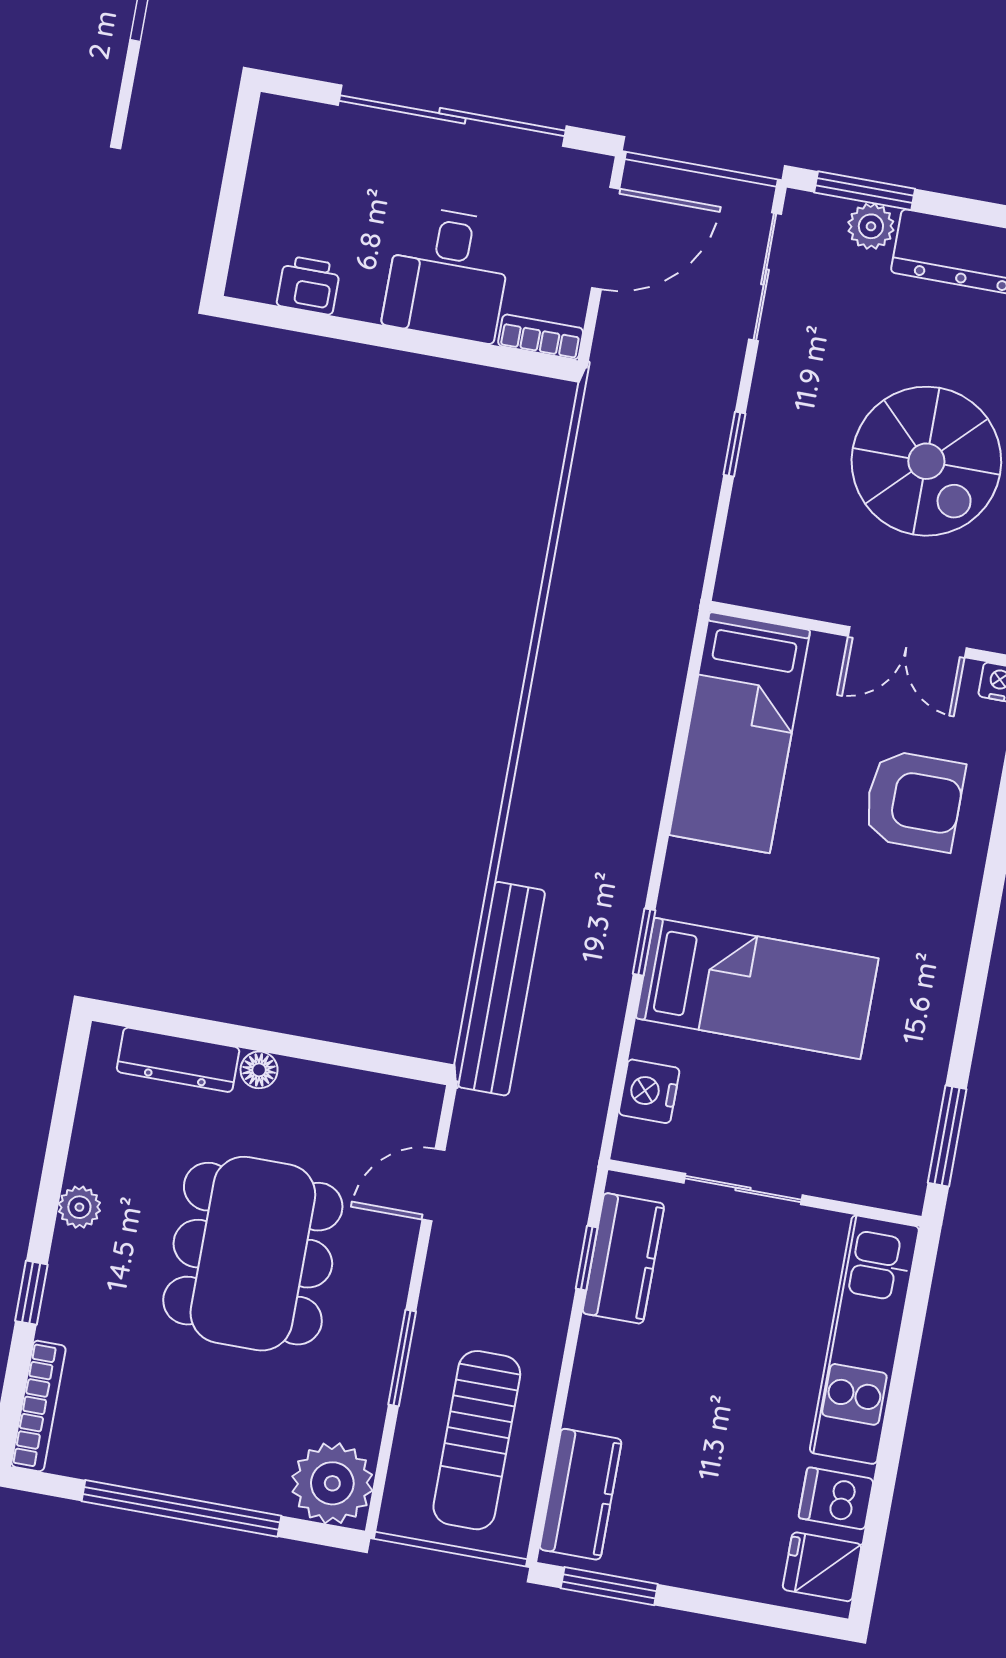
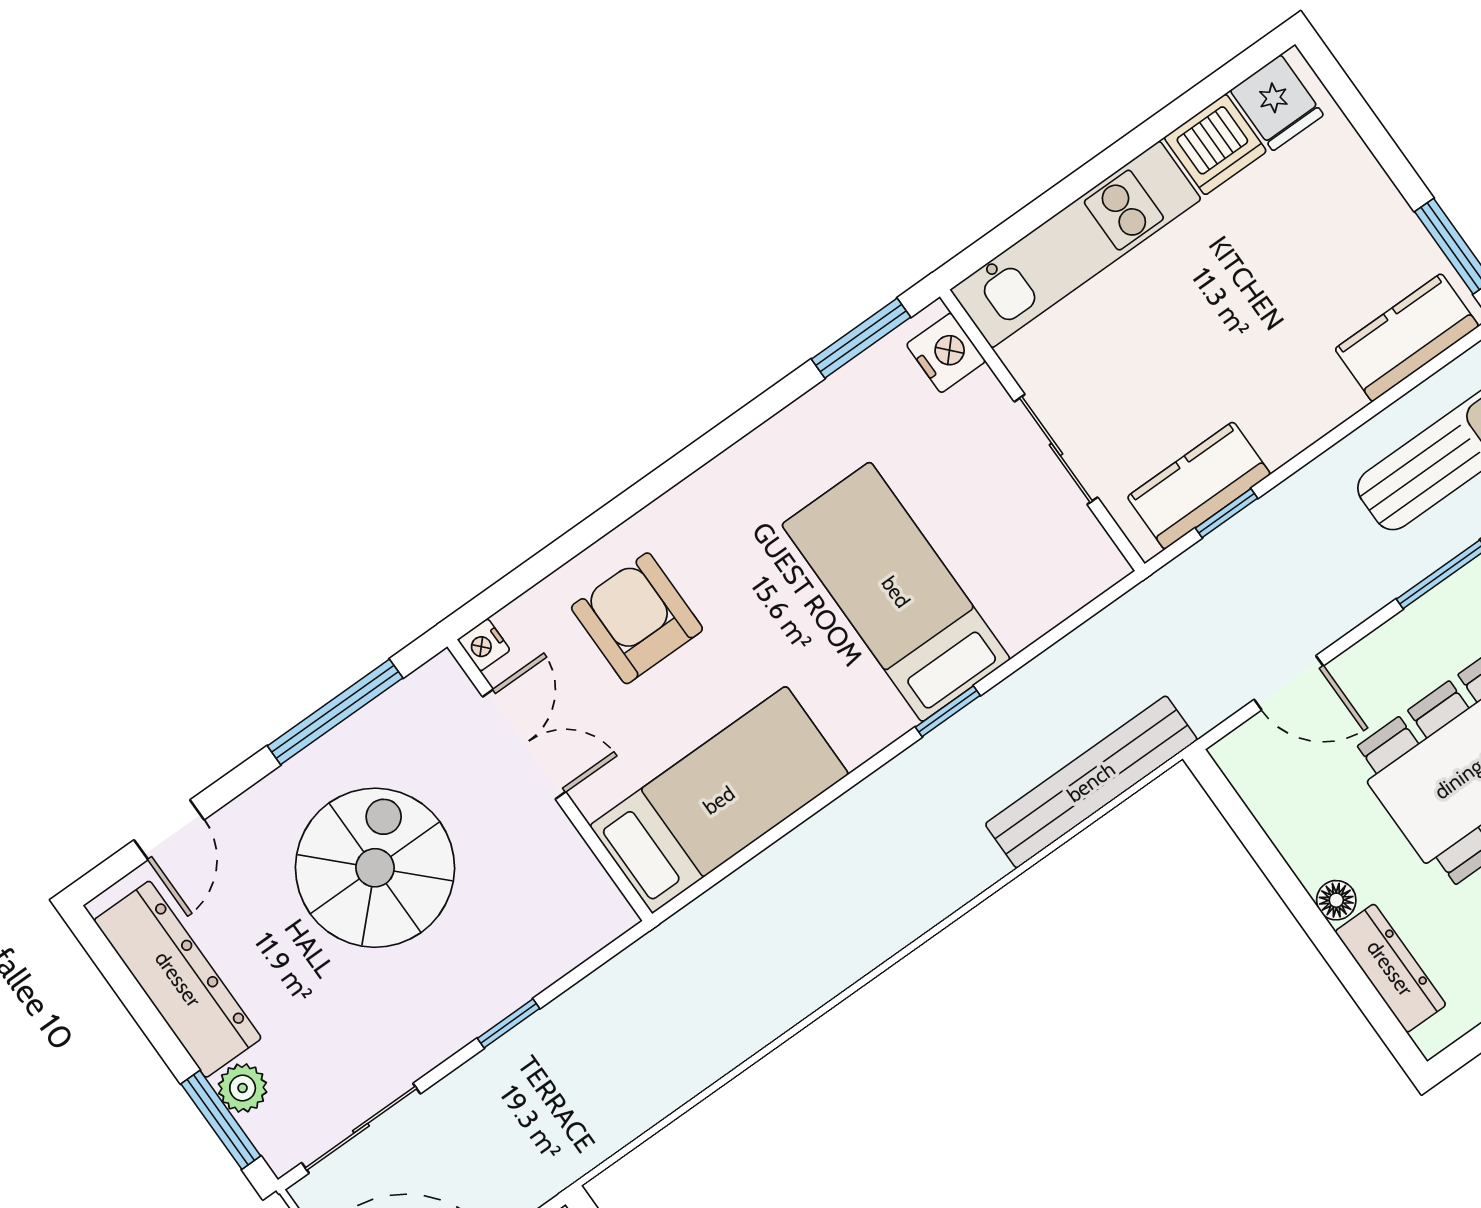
nightstand: (649, 1091) -> (946, 353), moved, turned -90
dishwasher: (836, 1498) -> (1215, 144), width x1.38

